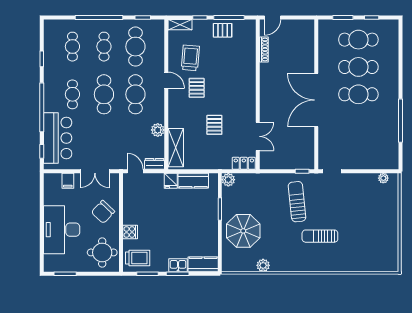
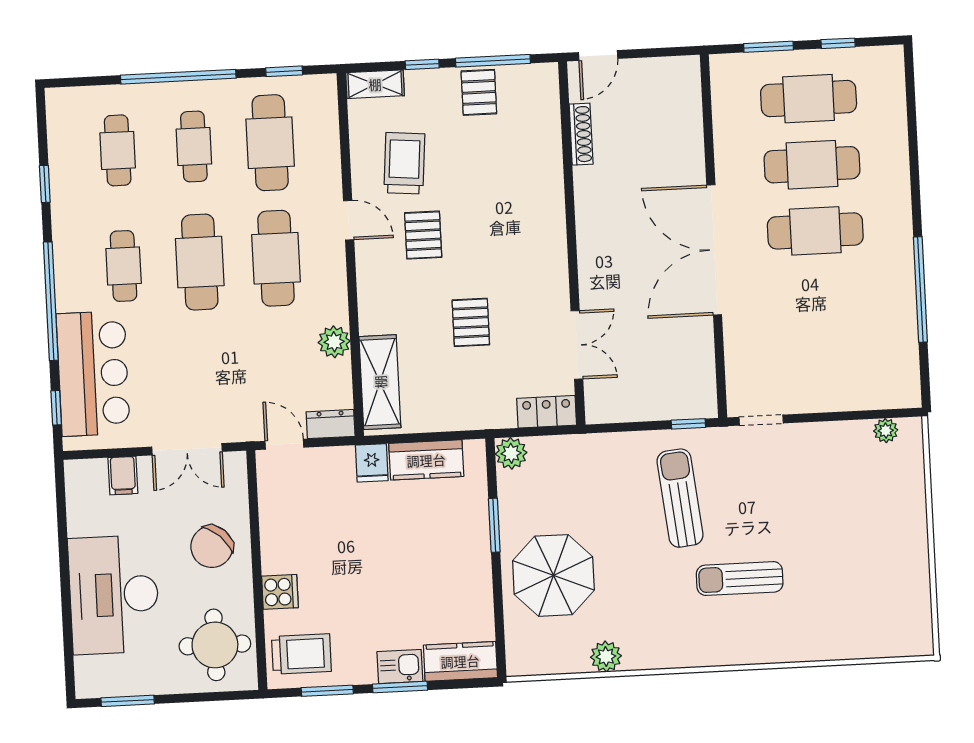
pallet: (223, 30) -> (479, 92), turned 90

